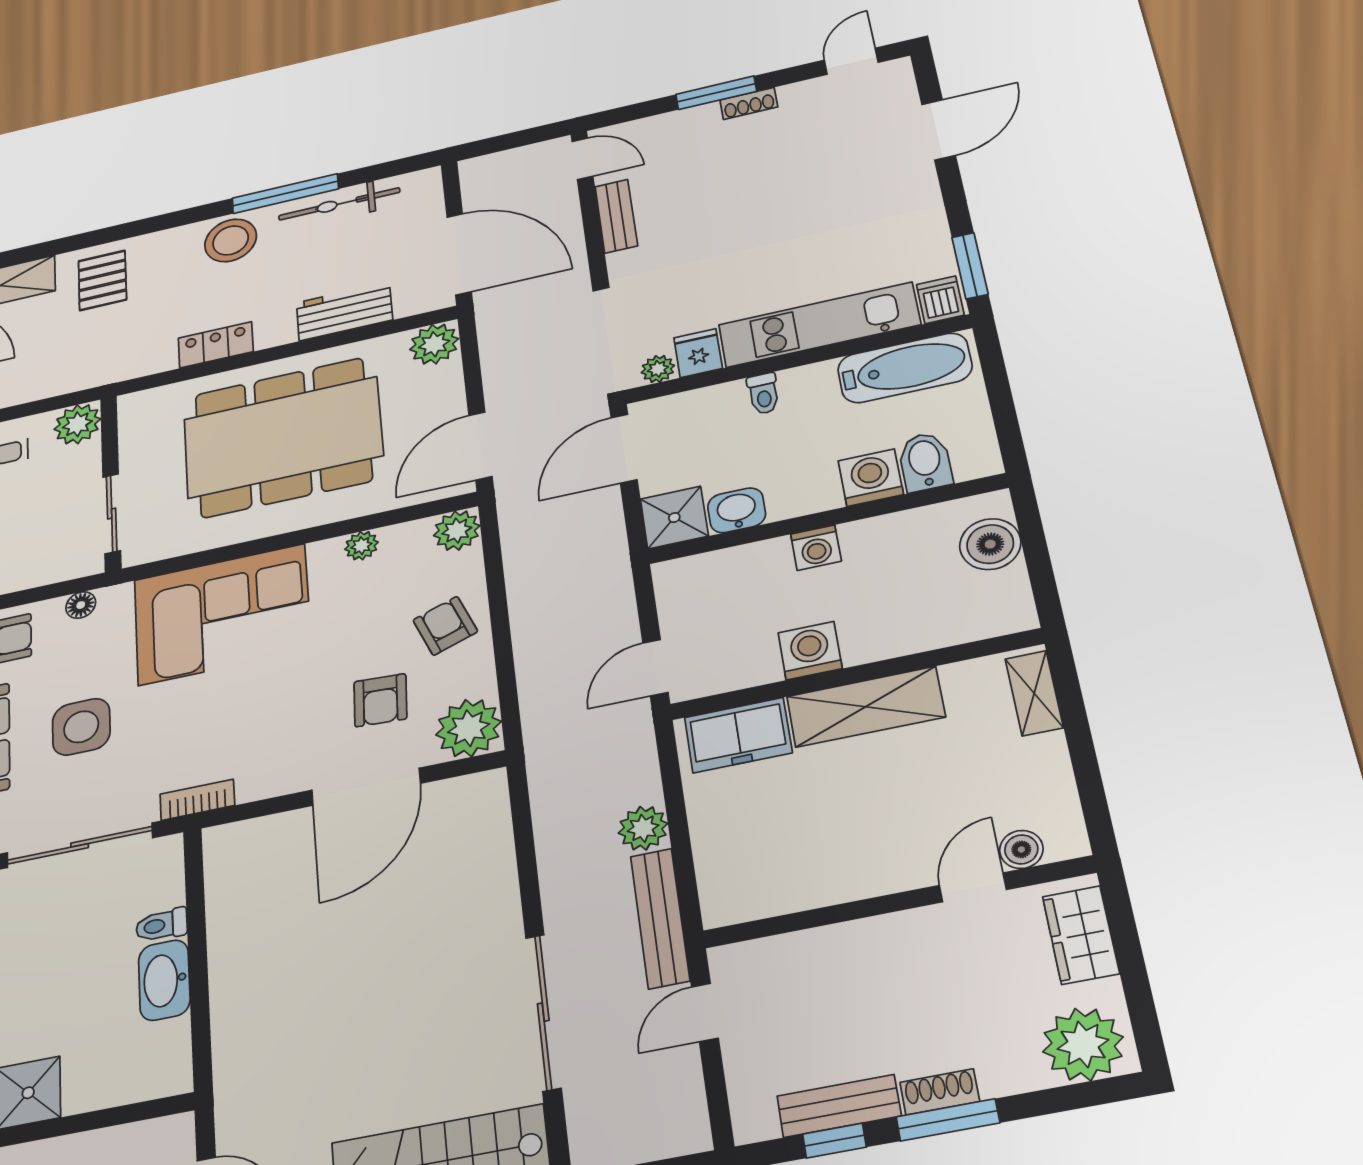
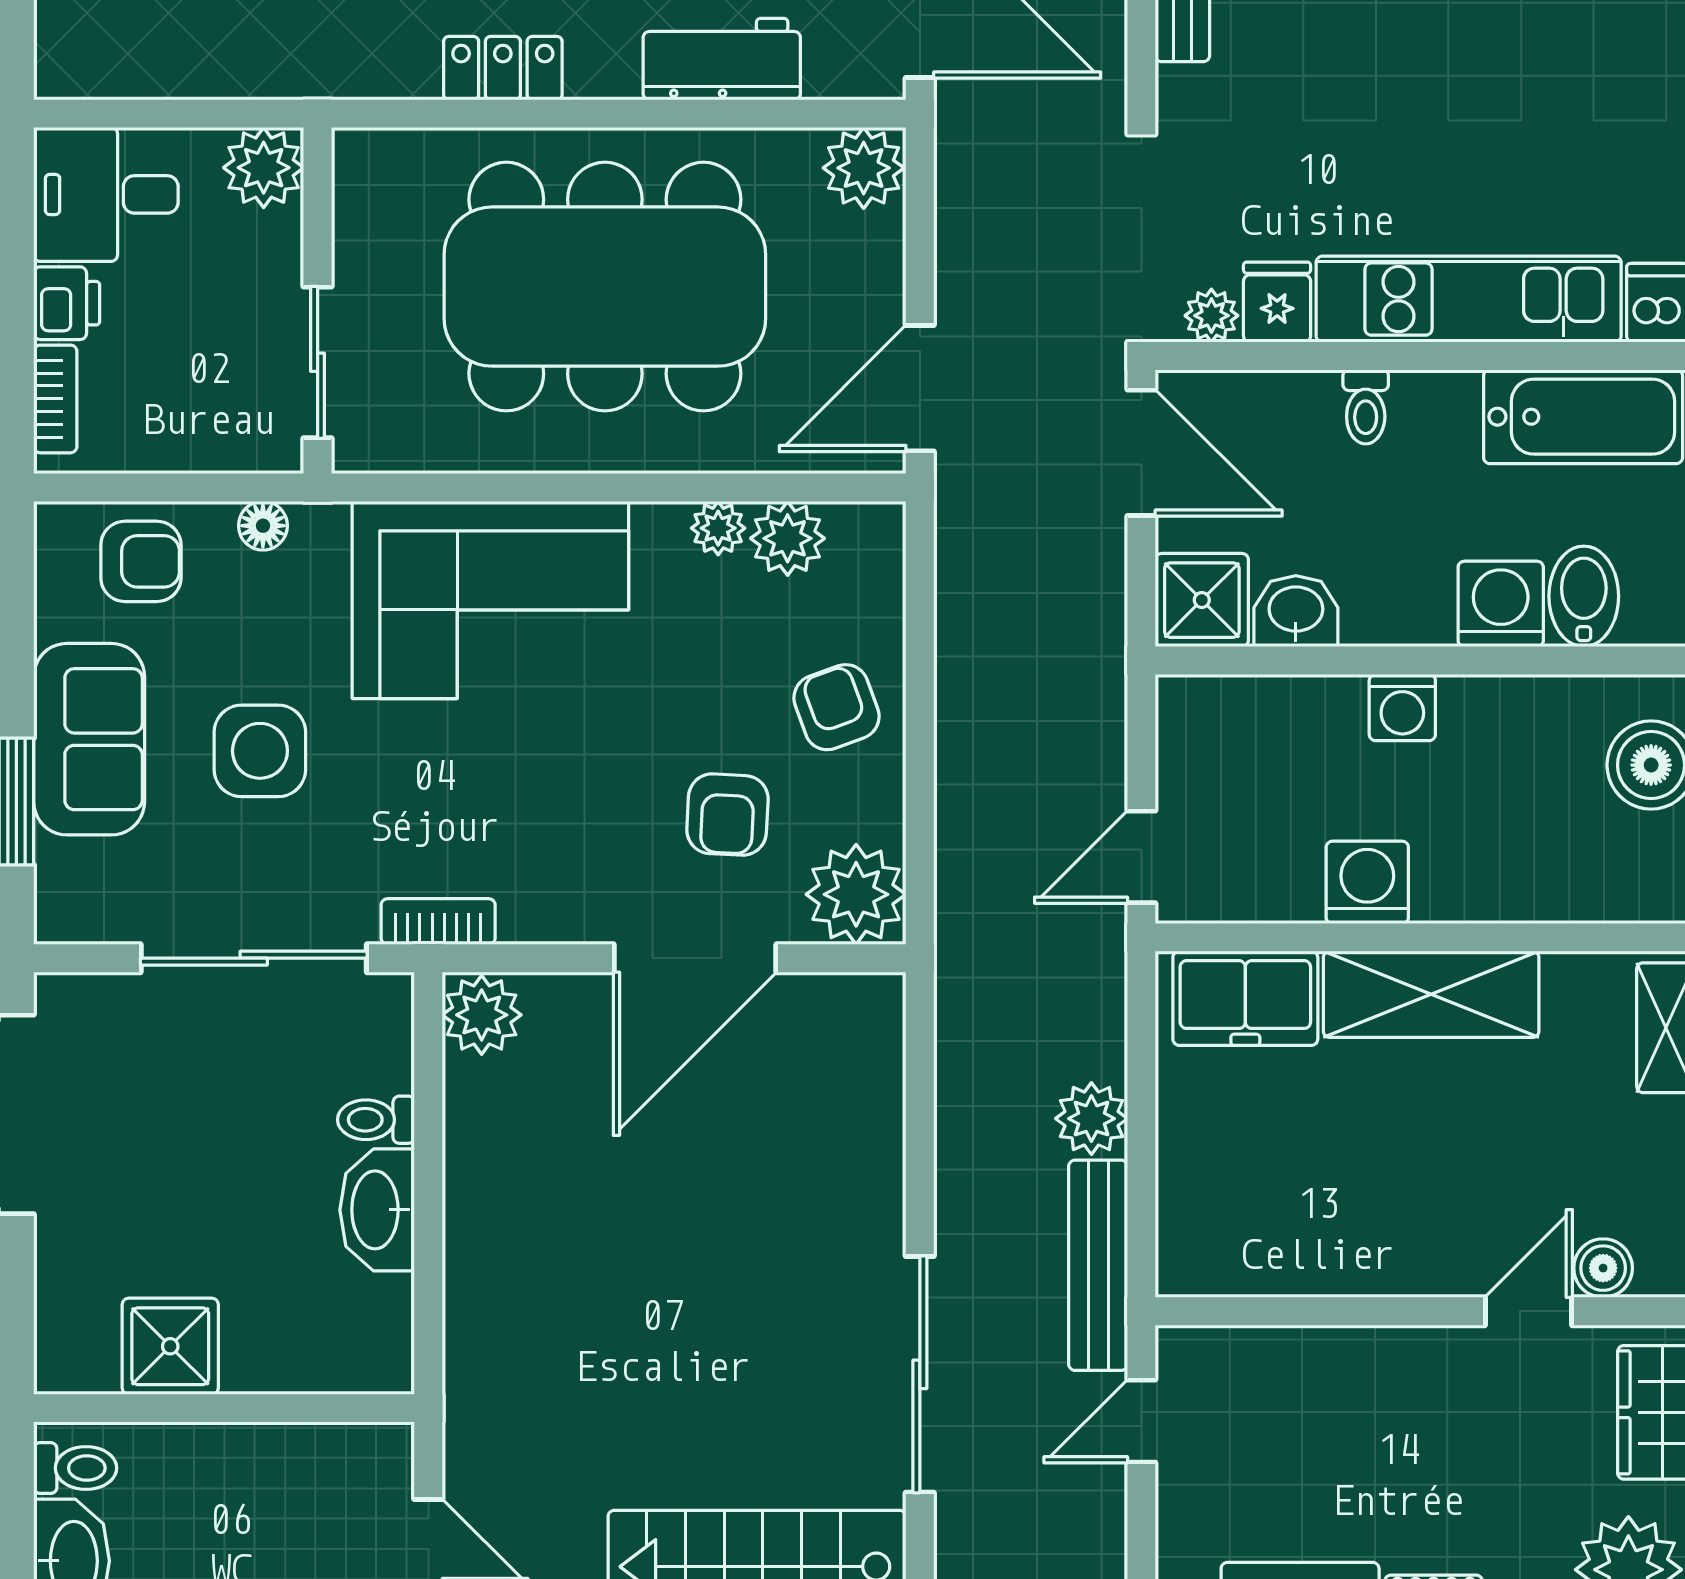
door: (624, 448) -> (1141, 453), swing flipped
plant: (457, 531) -> (788, 538), moved
plant: (228, 849) -> (482, 1015), added

